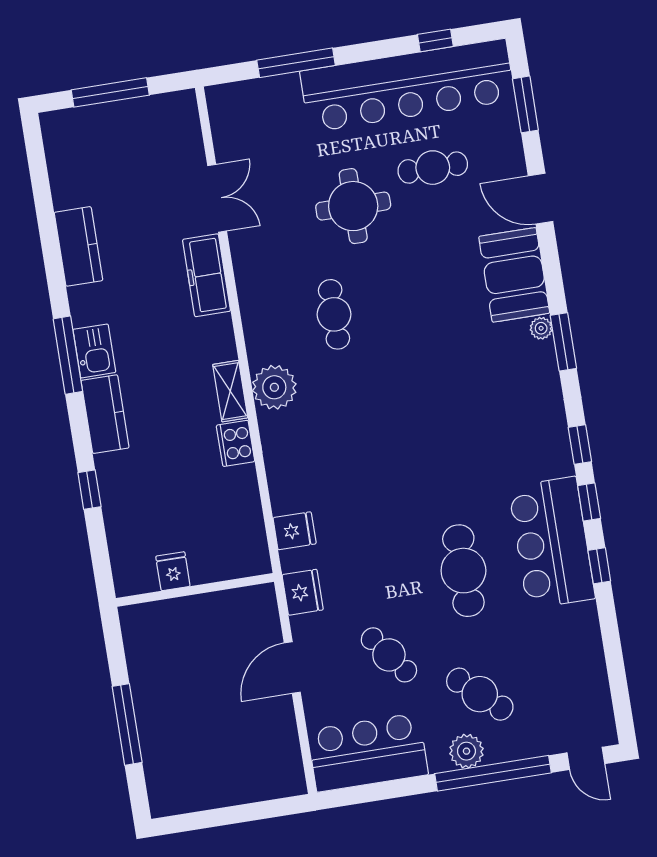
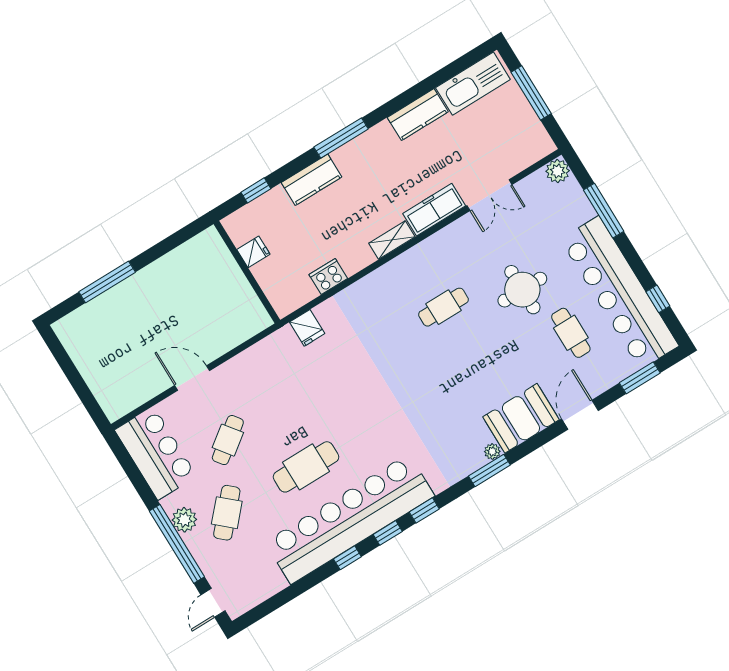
kitchen sink: (94, 351) -> (473, 84), moved, width x1.88, depth x1.24
plant: (274, 387) -> (558, 171), moved, width x0.73, depth x0.73
shelving: (230, 391) -> (392, 240), moved
fridge: (295, 531) -> (307, 328), moved
bar counter: (552, 543) -> (350, 519), width x1.86
fridge: (173, 571) -> (253, 252), moved
wall: (195, 590) -> (247, 272), moved
fridge: (303, 592) -> (246, 364), removed

